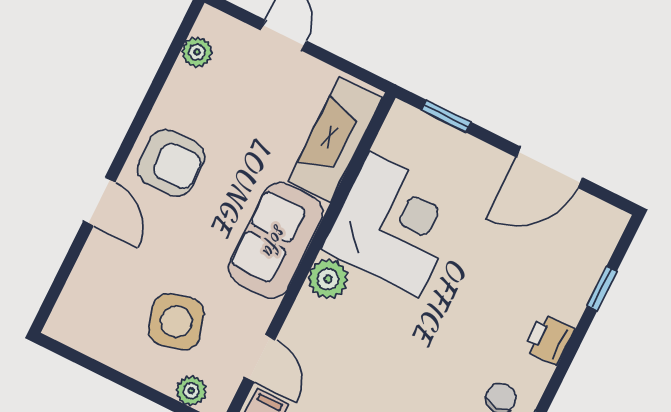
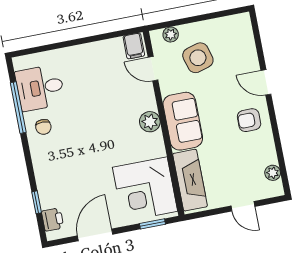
armchair: (171, 163) -> (249, 120), width x0.72, depth x0.72
corner desk: (394, 224) -> (145, 189), moved
printer: (549, 339) -> (53, 219), moved

